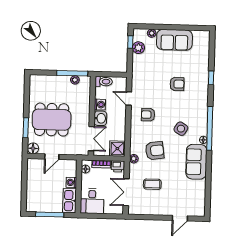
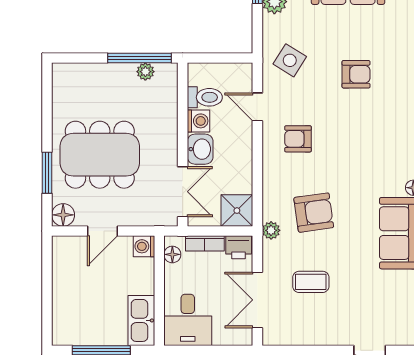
toilet: (104, 82) -> (205, 97), moved
side table: (181, 129) -> (290, 60), moved
washing machine: (71, 182) -> (144, 246), moved

